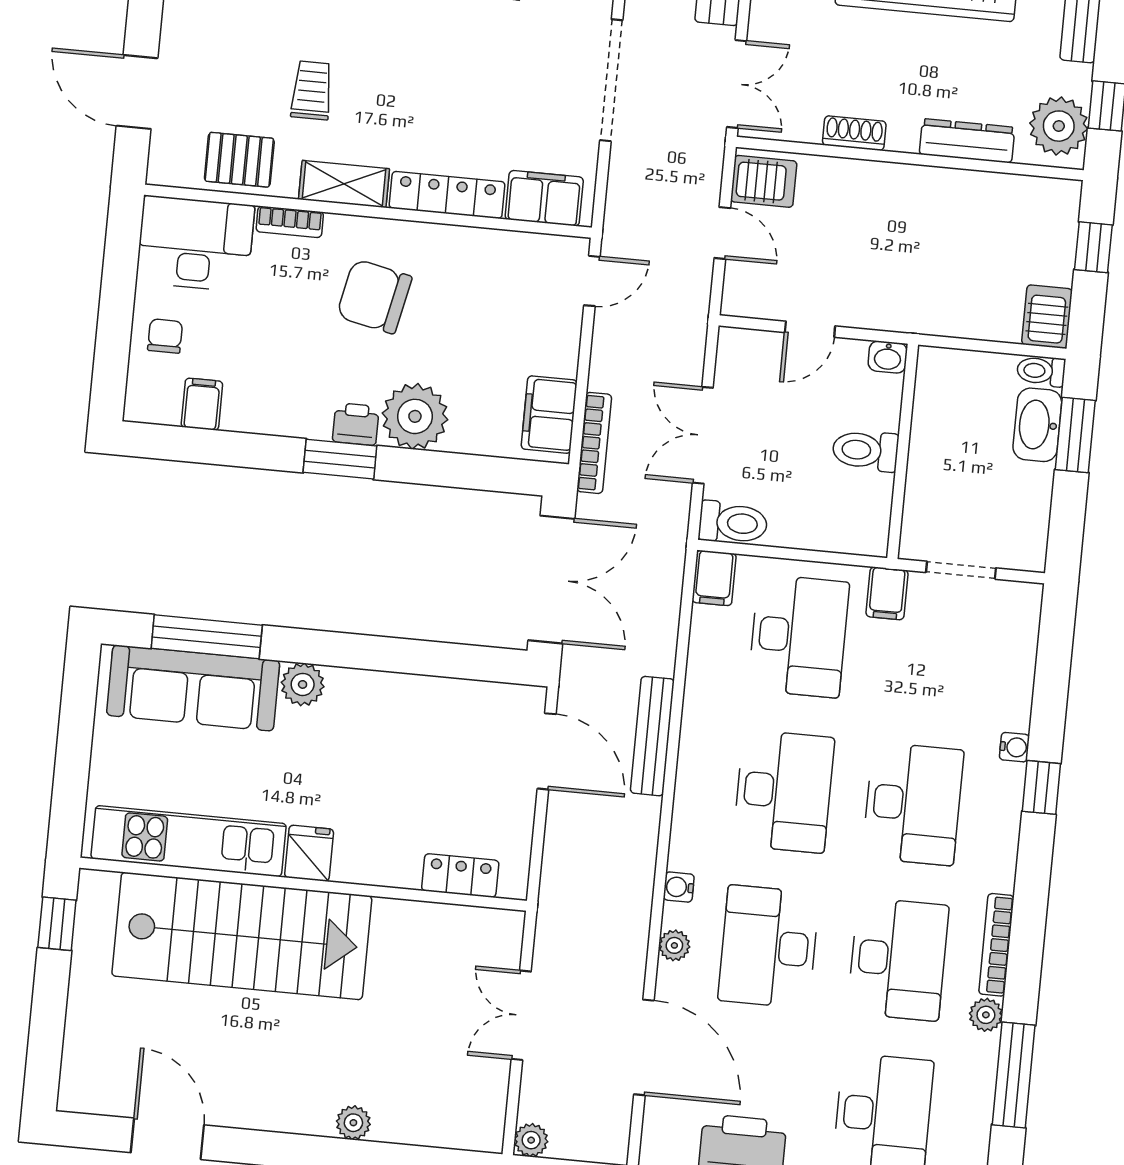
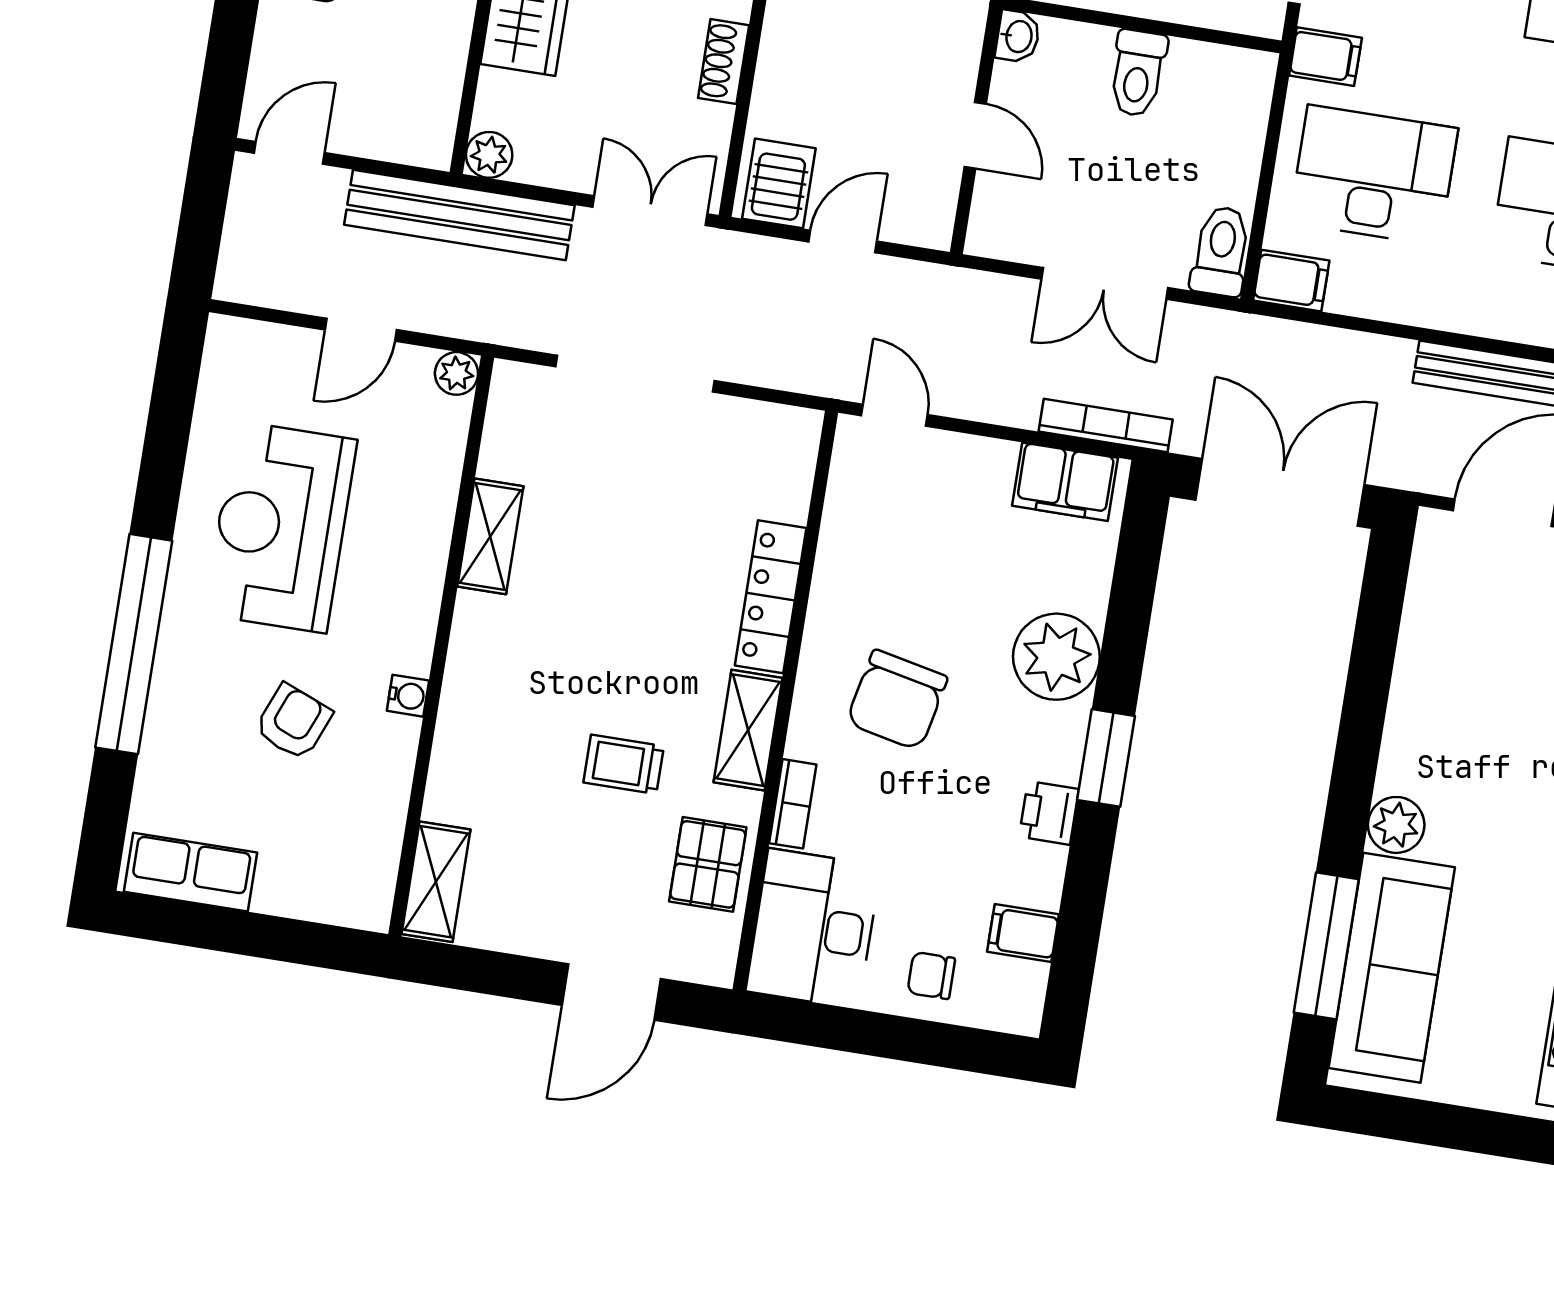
filing cabinet: (544, 198) -> (783, 471), removed
printer: (356, 424) -> (1049, 813), moved

